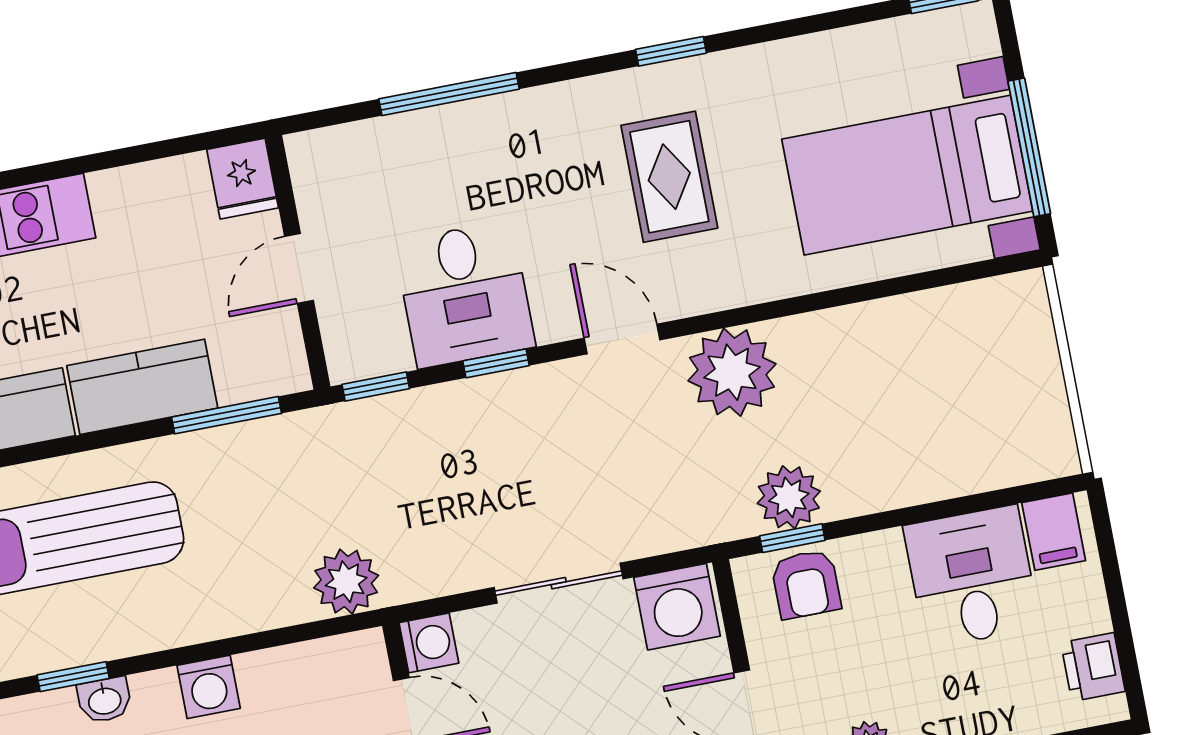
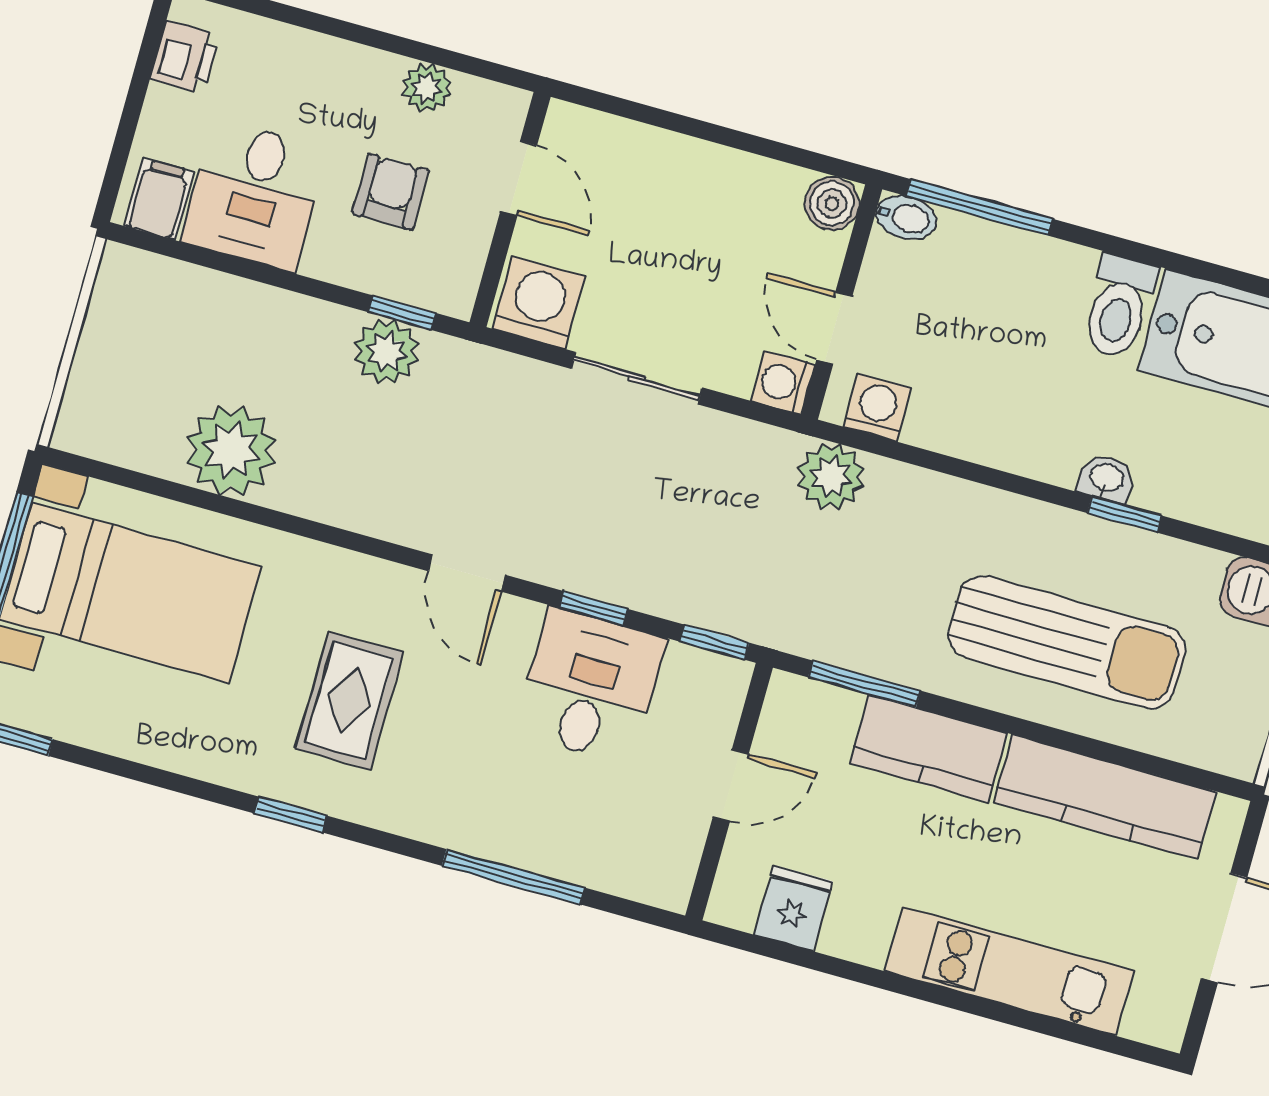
fridge: (243, 179) -> (793, 908), moved
plant: (732, 372) -> (231, 450), moved
armchair: (806, 584) -> (391, 192), moved
washing machine: (209, 687) -> (877, 407), moved

